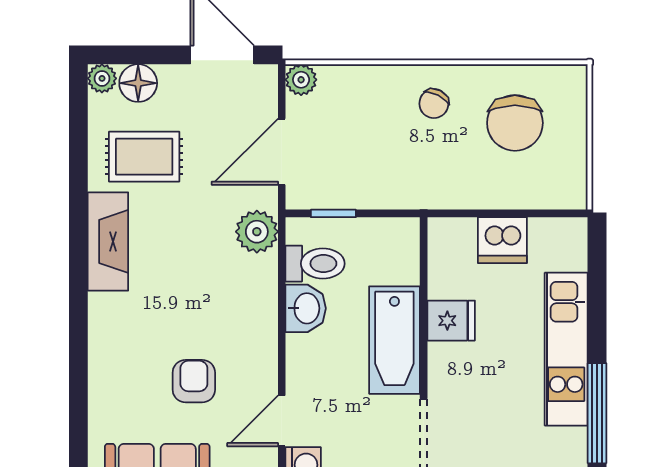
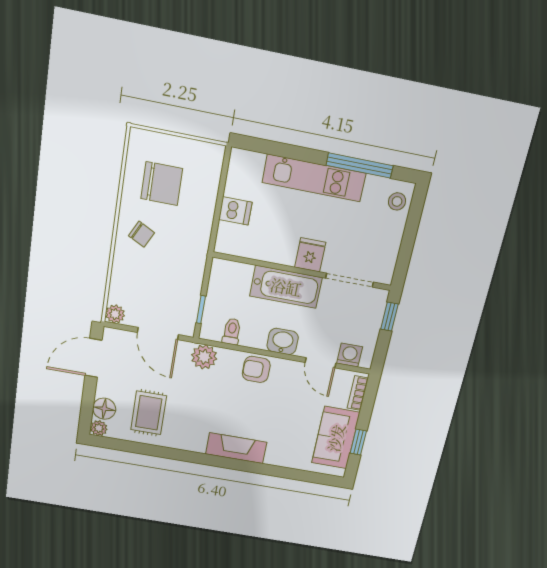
dishwasher: (502, 240) -> (235, 211), width x0.73
fireplace: (108, 241) -> (236, 448), moved
toilet: (315, 264) -> (232, 332), width x0.73, depth x0.72
washbasin: (306, 308) -> (283, 341), moved
fridge: (451, 321) -> (310, 255), moved
armchair: (194, 381) -> (256, 369), moved

